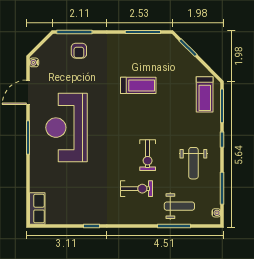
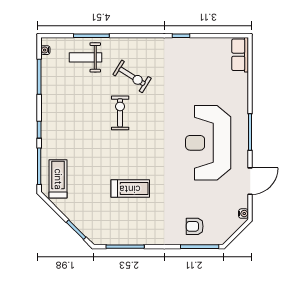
armchair: (79, 51) -> (195, 226), turned -90
treadmill: (138, 85) -> (130, 189), turned 180
reception desk: (67, 128) -> (208, 143), turned 180
weight bench: (193, 163) -> (70, 104), removed
exercise bike: (137, 189) -> (132, 76), turned -148

